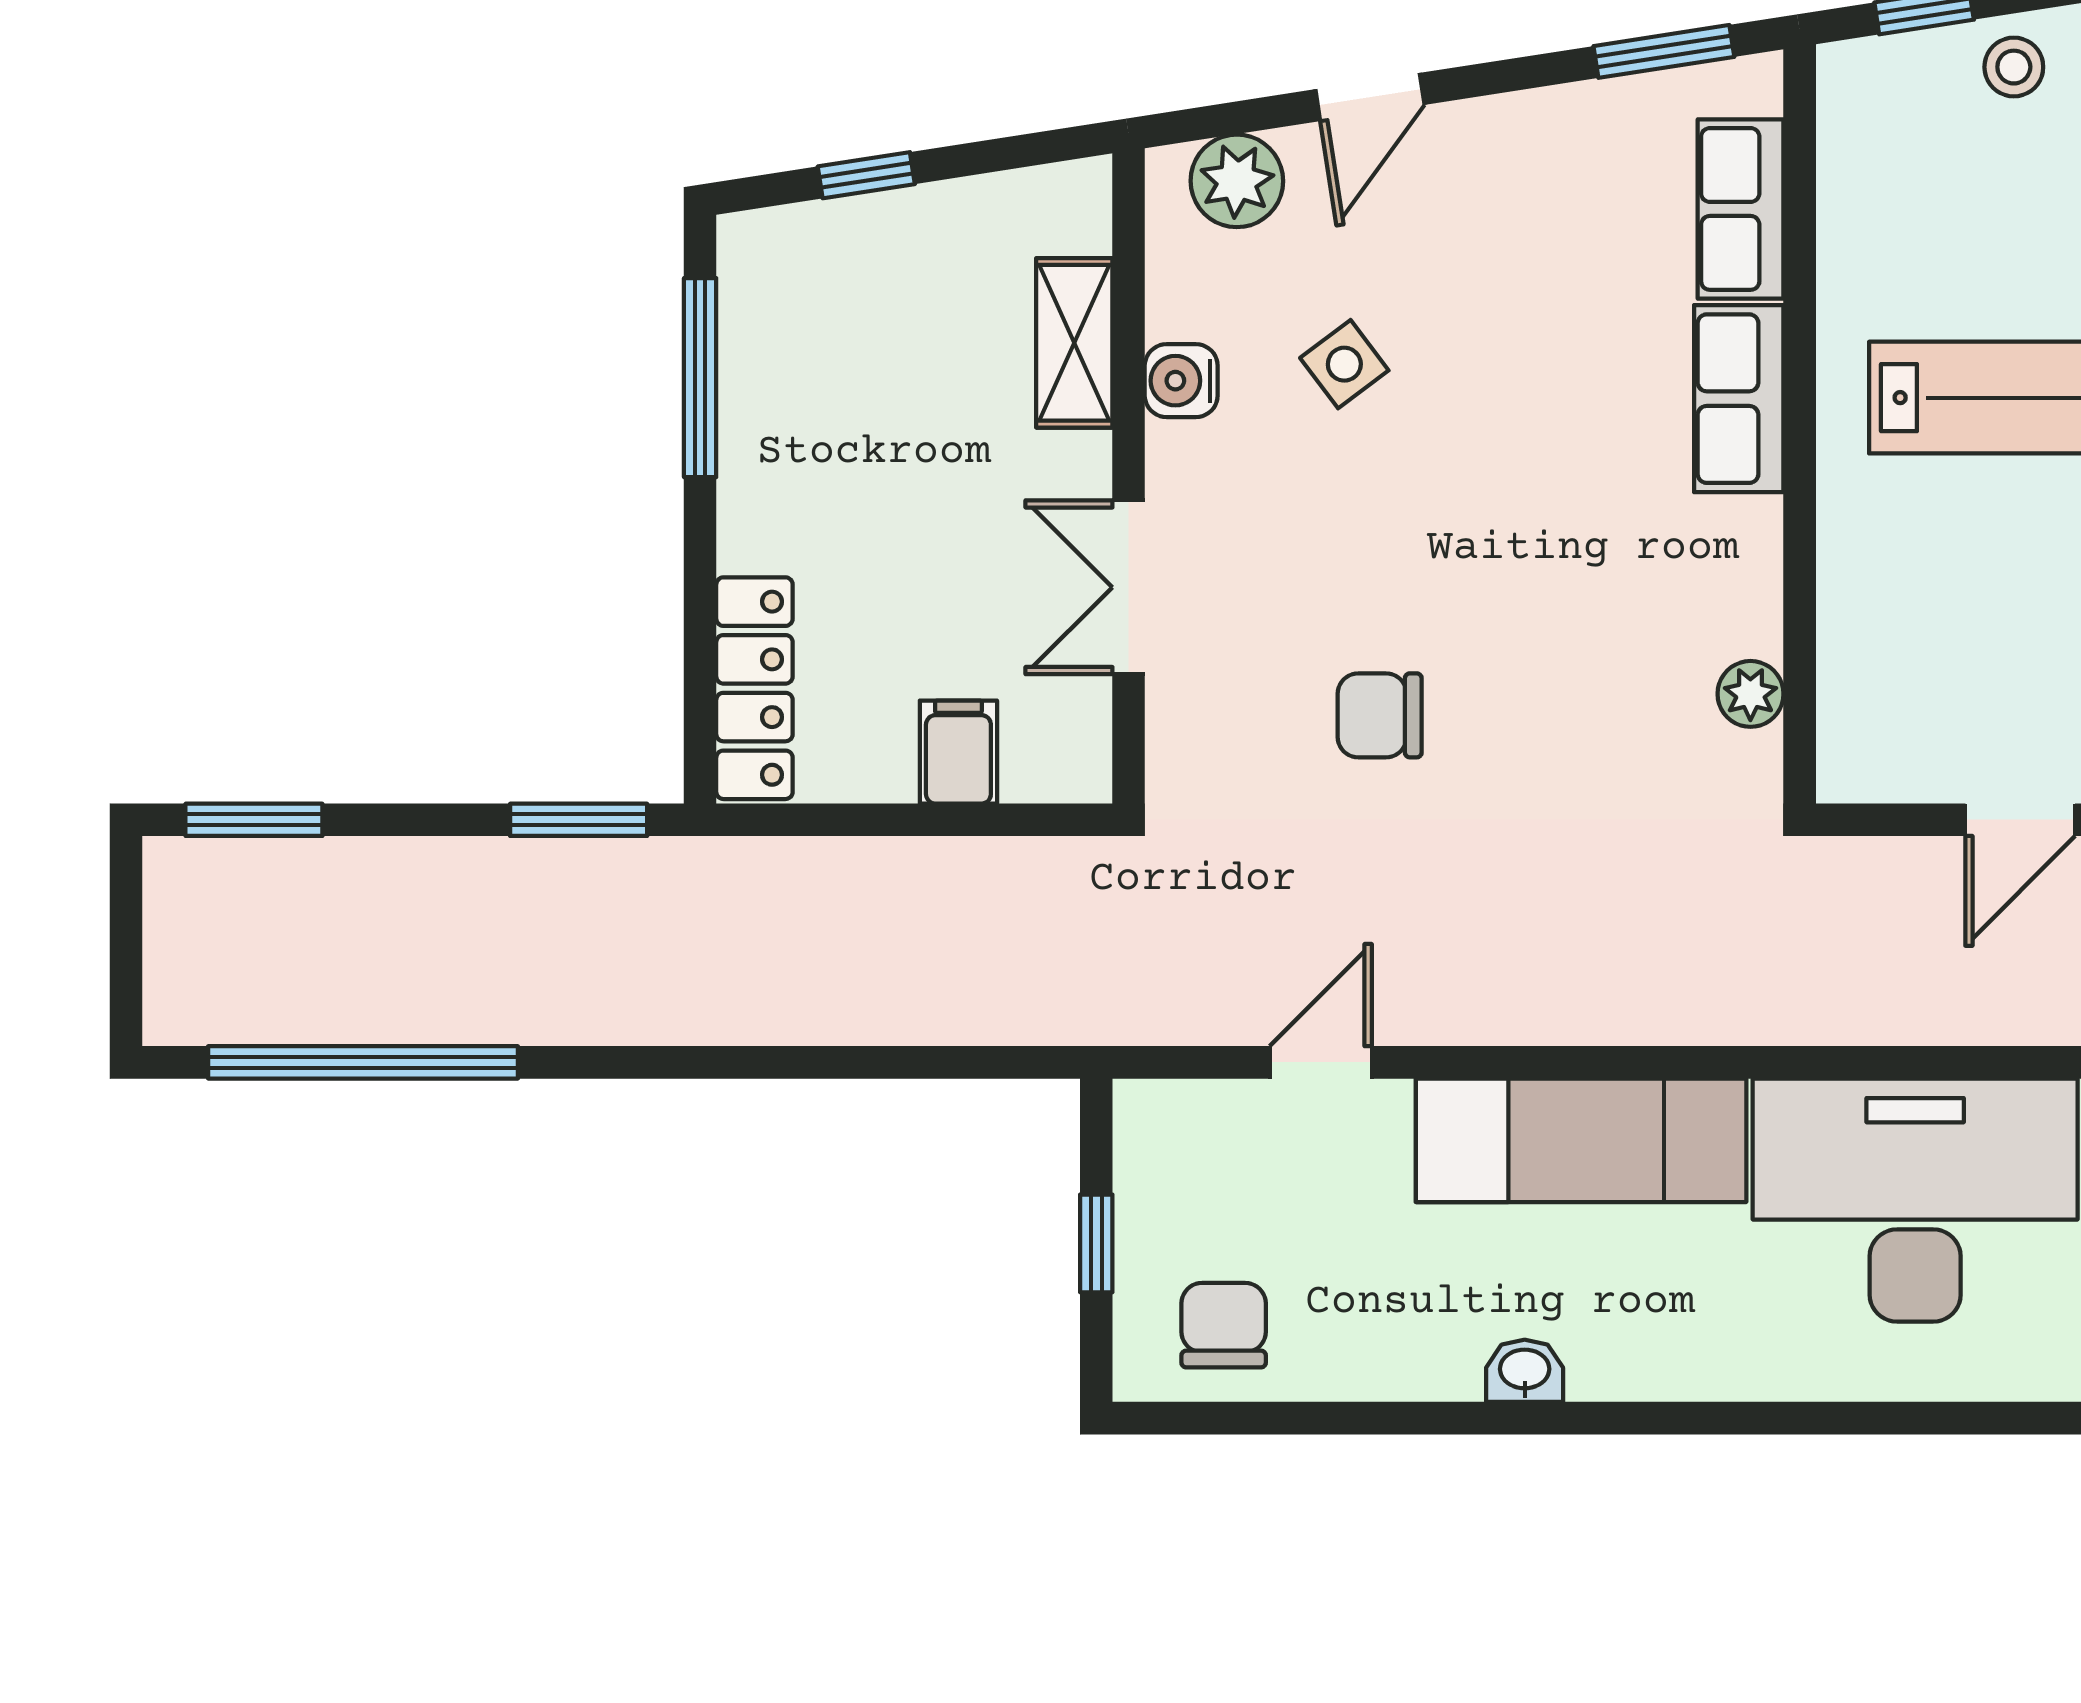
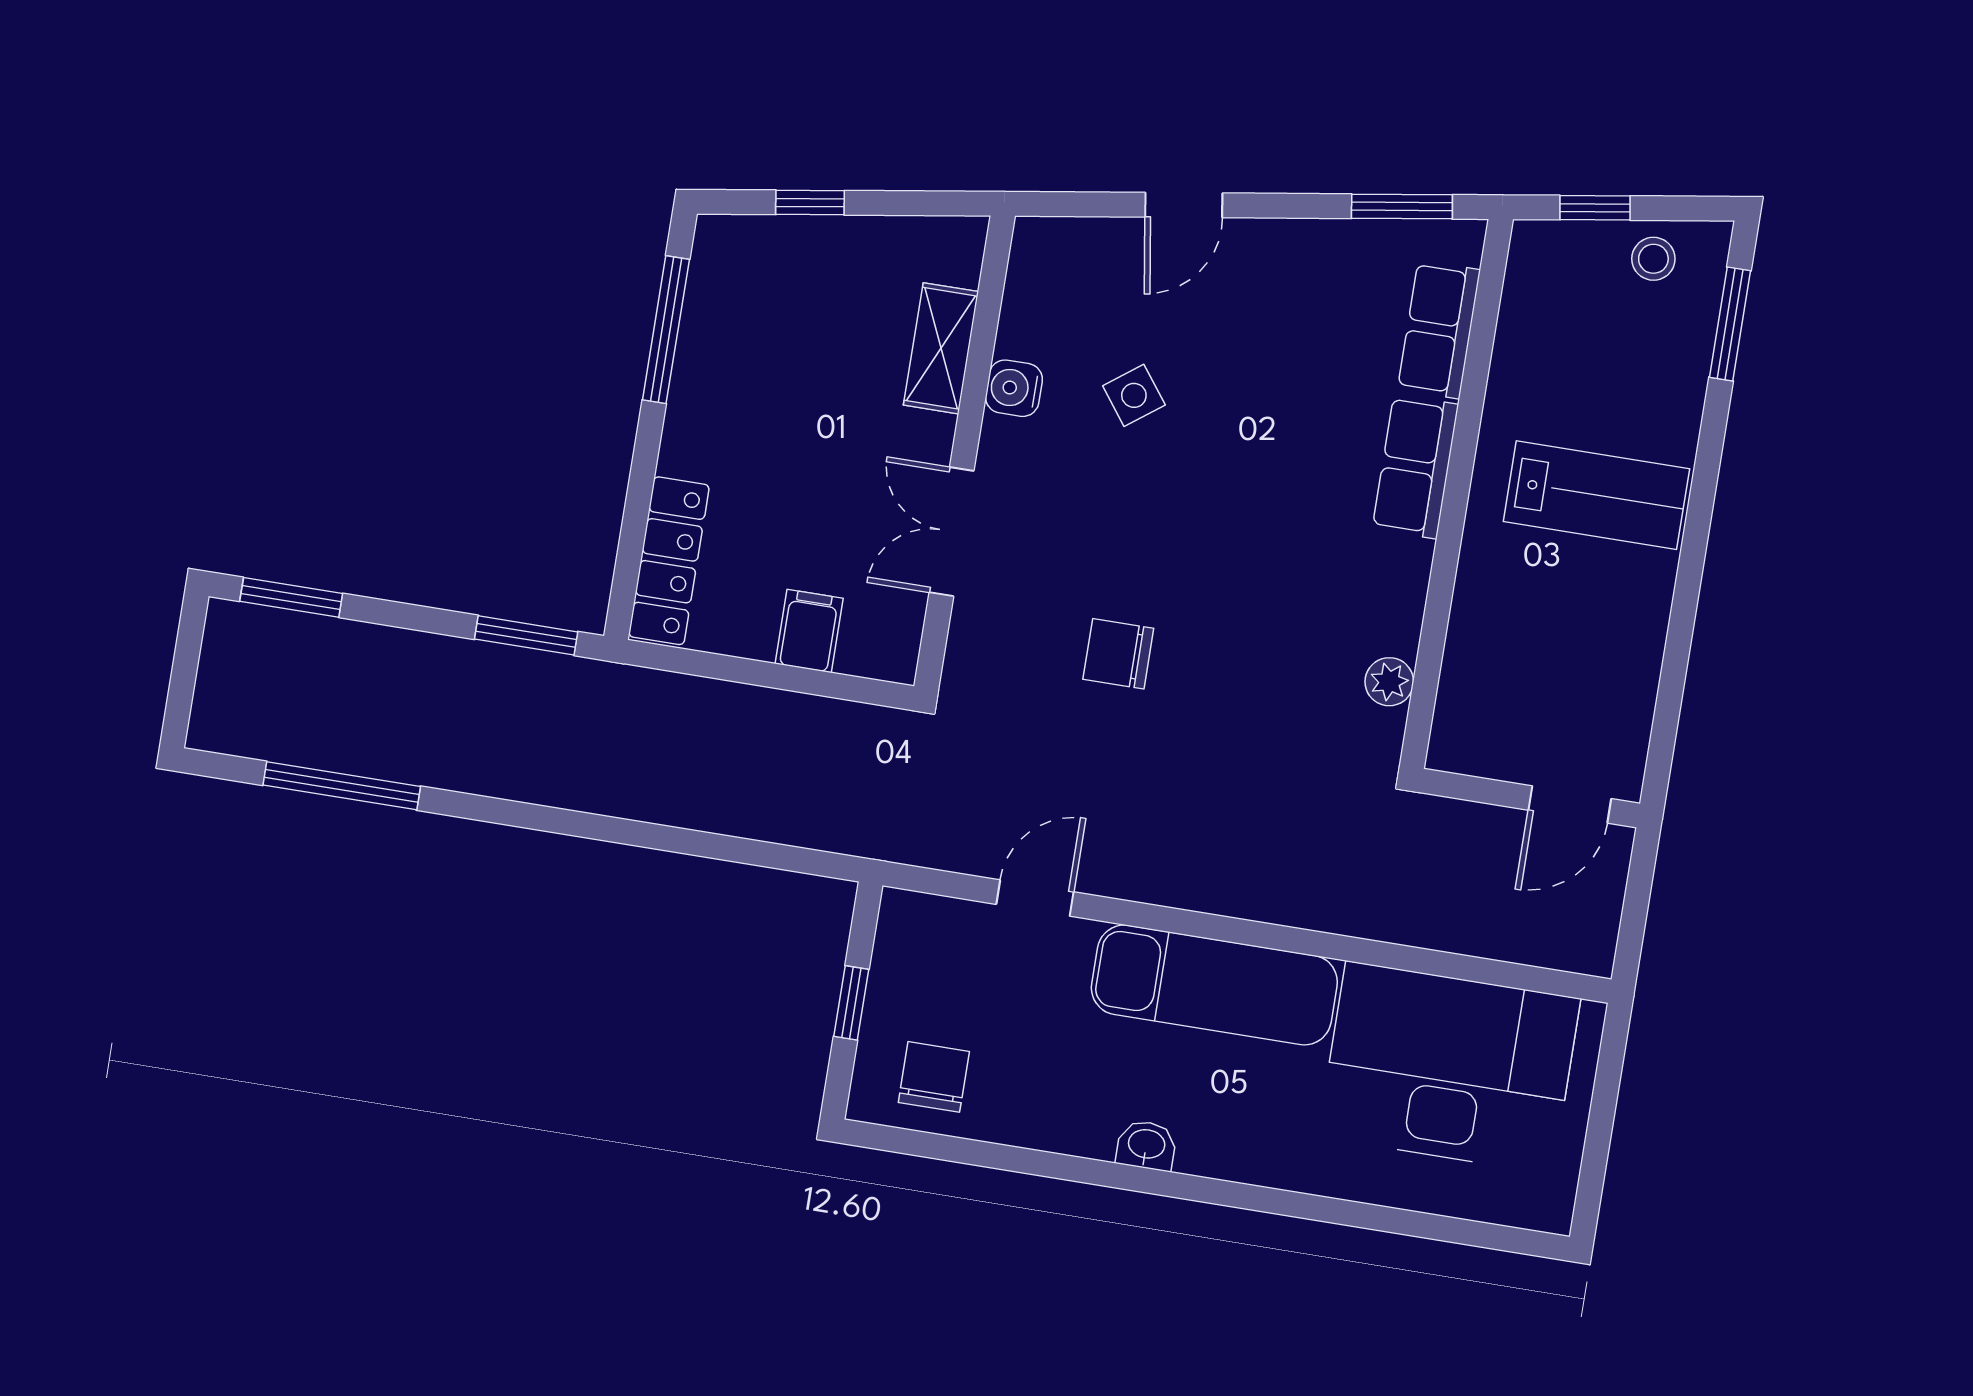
plant: (1237, 181) -> (1078, 250), removed
window: (363, 1062) -> (342, 786), width x0.68

